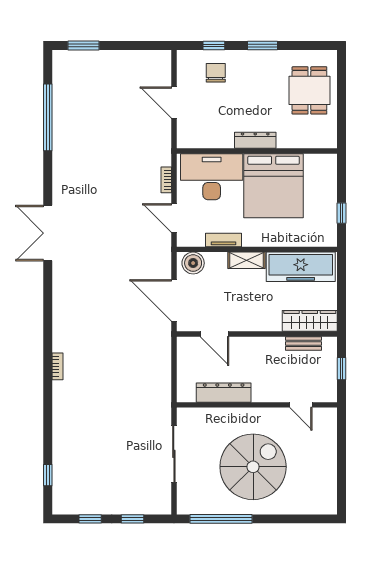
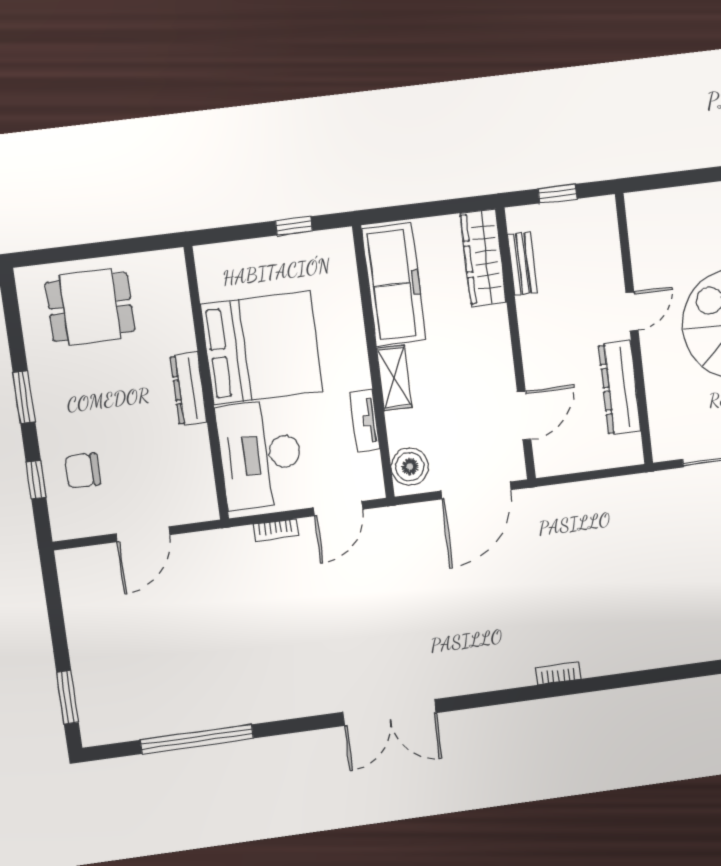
bookcase: (58, 366) -> (558, 673), moved
door: (301, 405) -> (632, 311), moved

